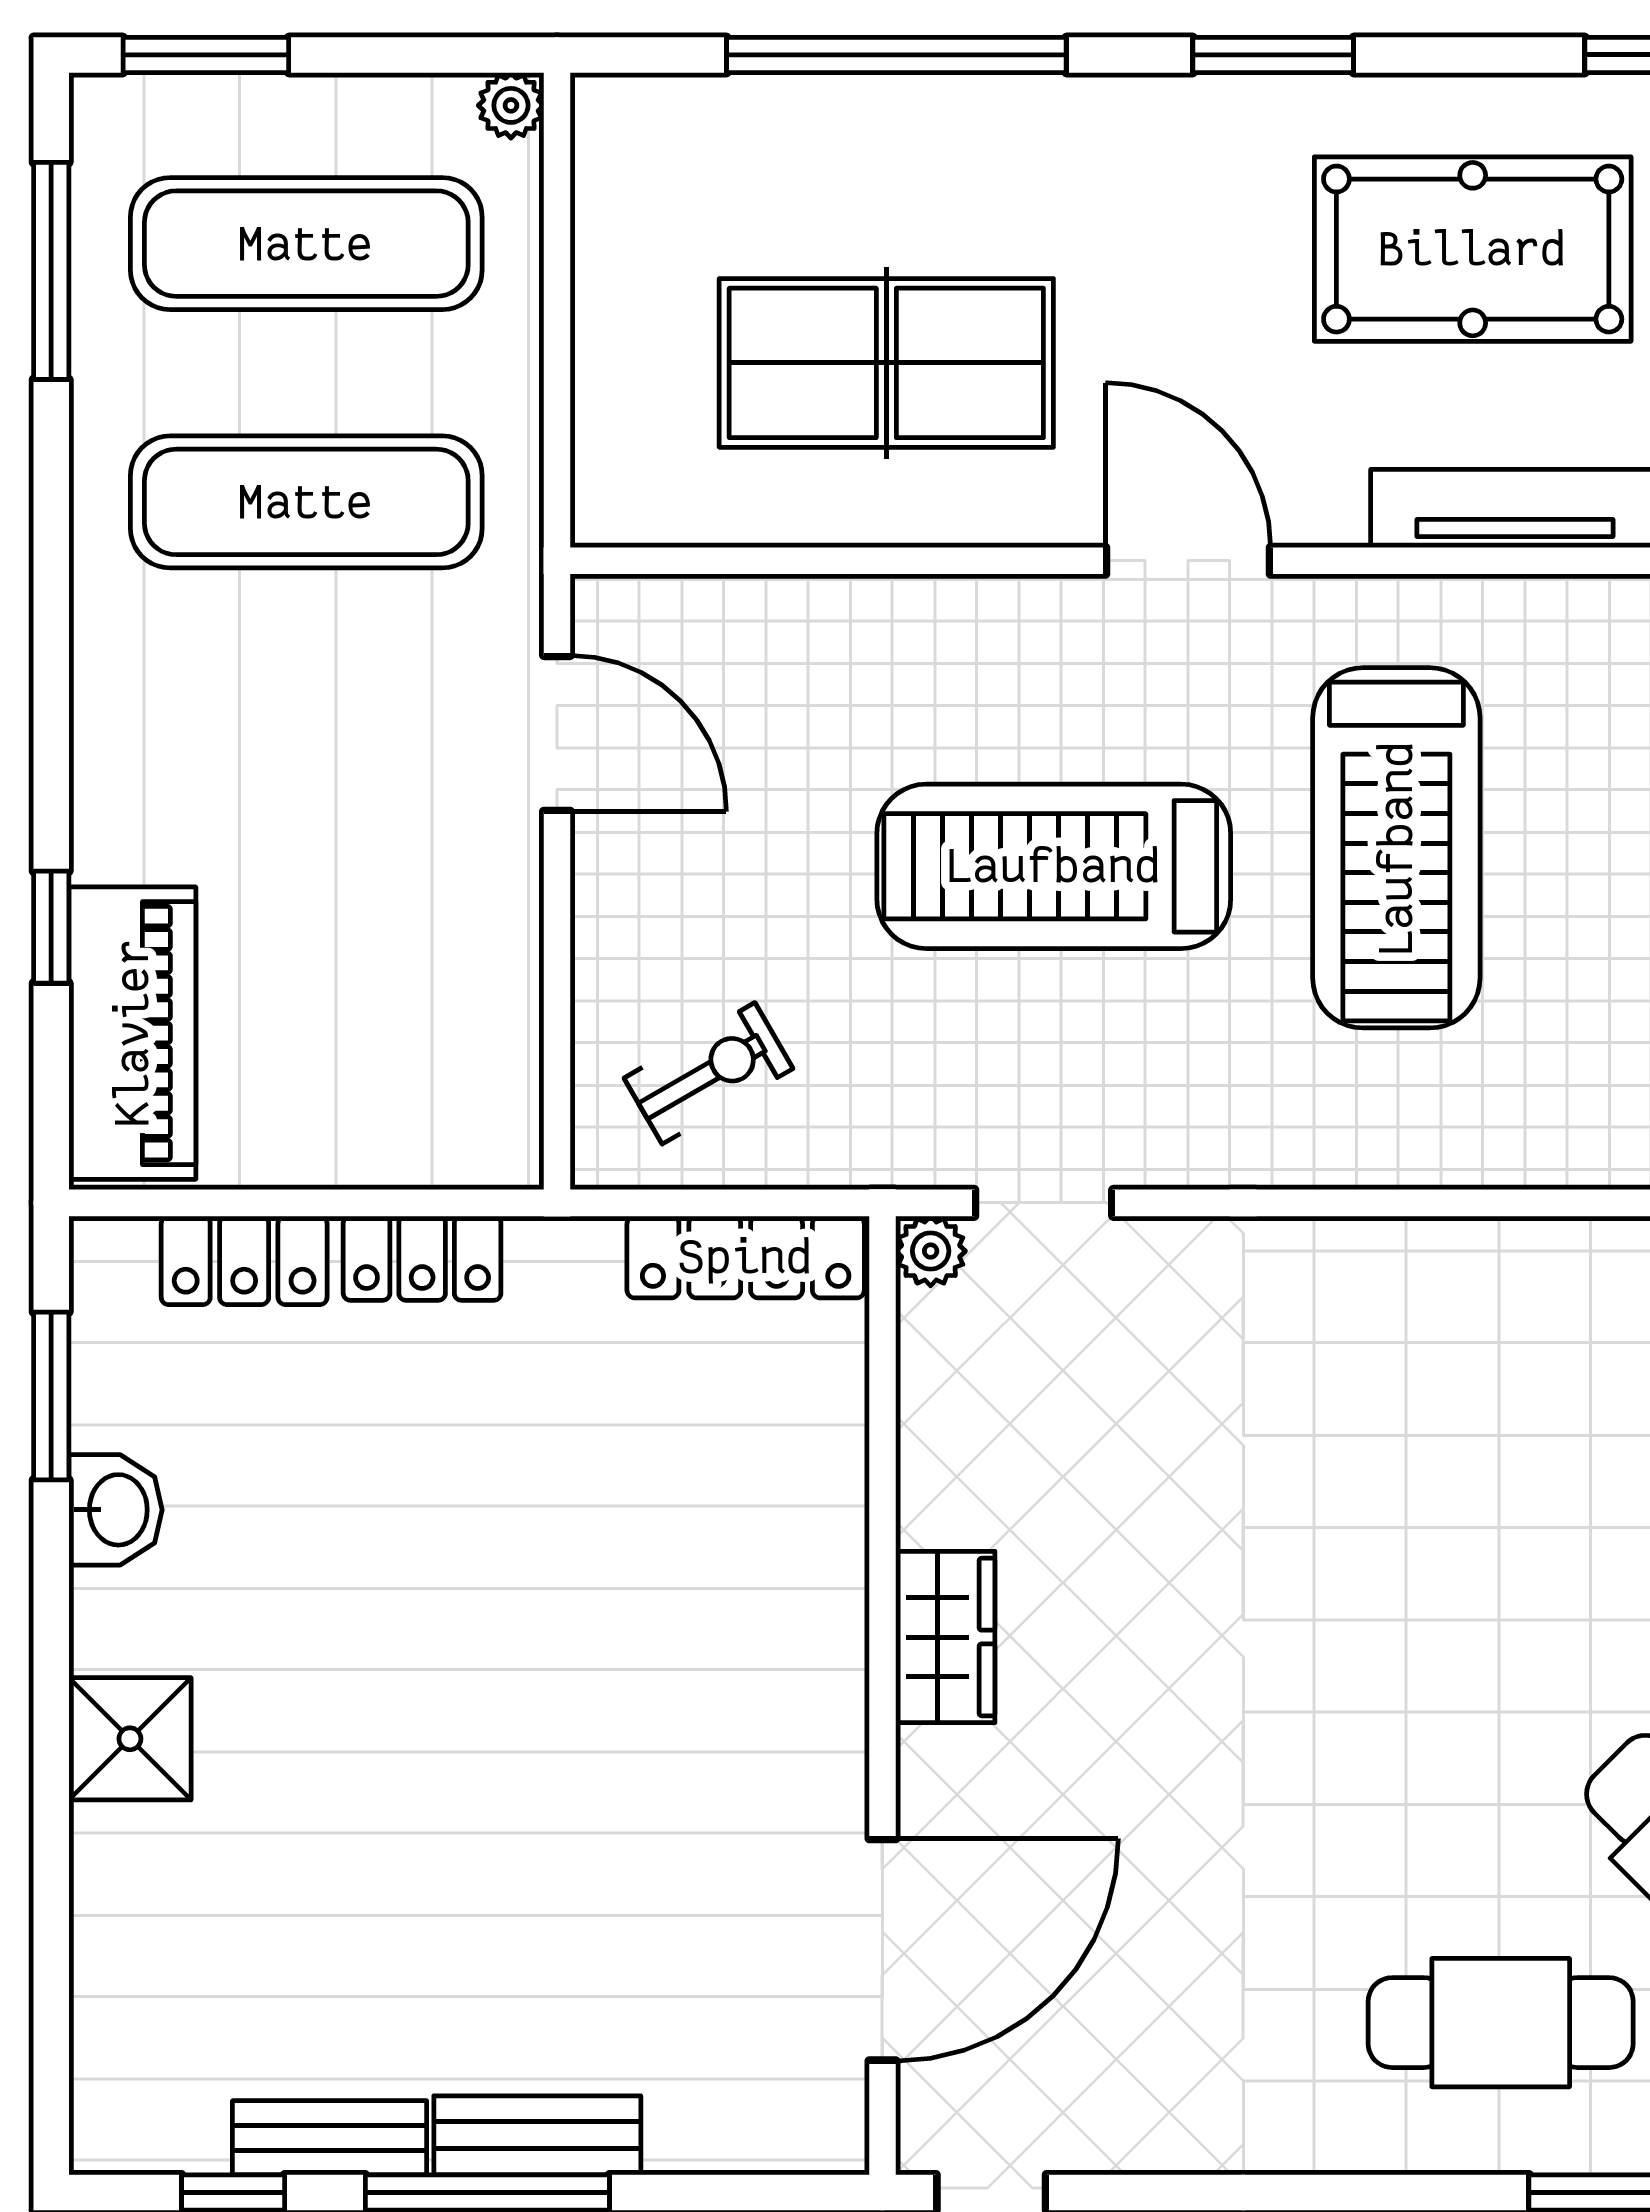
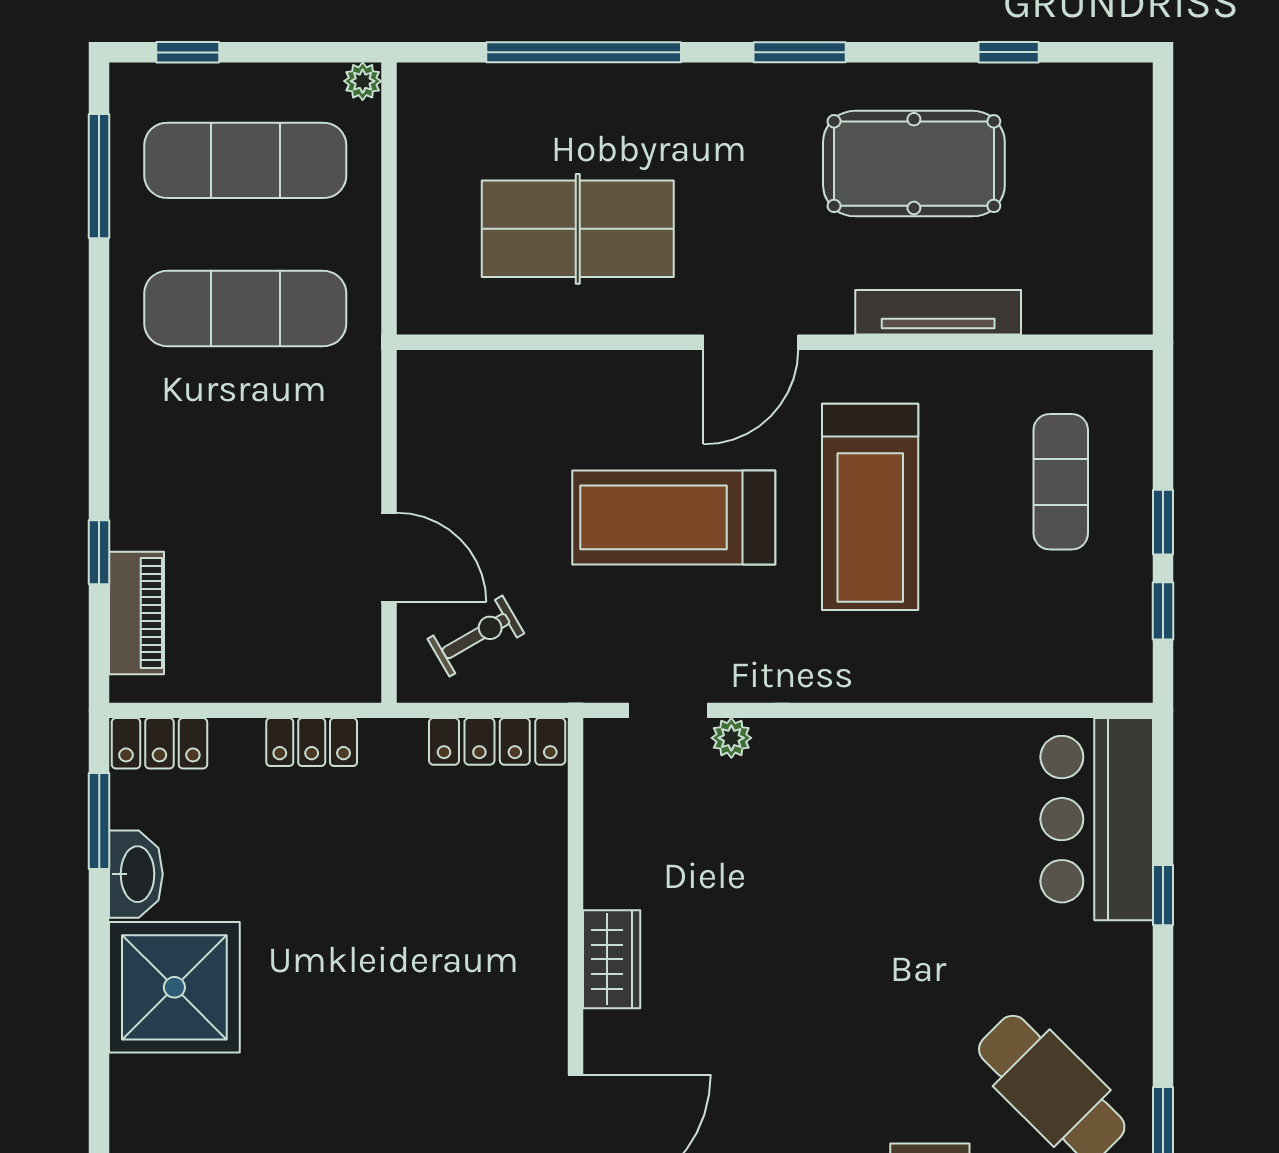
window: (206, 55) -> (188, 52), width x0.67
door: (1188, 561) -> (751, 342), swing flipped
door: (557, 733) -> (389, 557), moved
piano: (132, 1033) -> (137, 613), width x0.73, depth x0.75
plant: (931, 1251) -> (731, 738), moved
locker: (244, 1260) -> (159, 743), moved
washbasin: (115, 1510) -> (136, 874), width x1.38
shower: (130, 1739) -> (174, 987), width x1.86, depth x1.86

